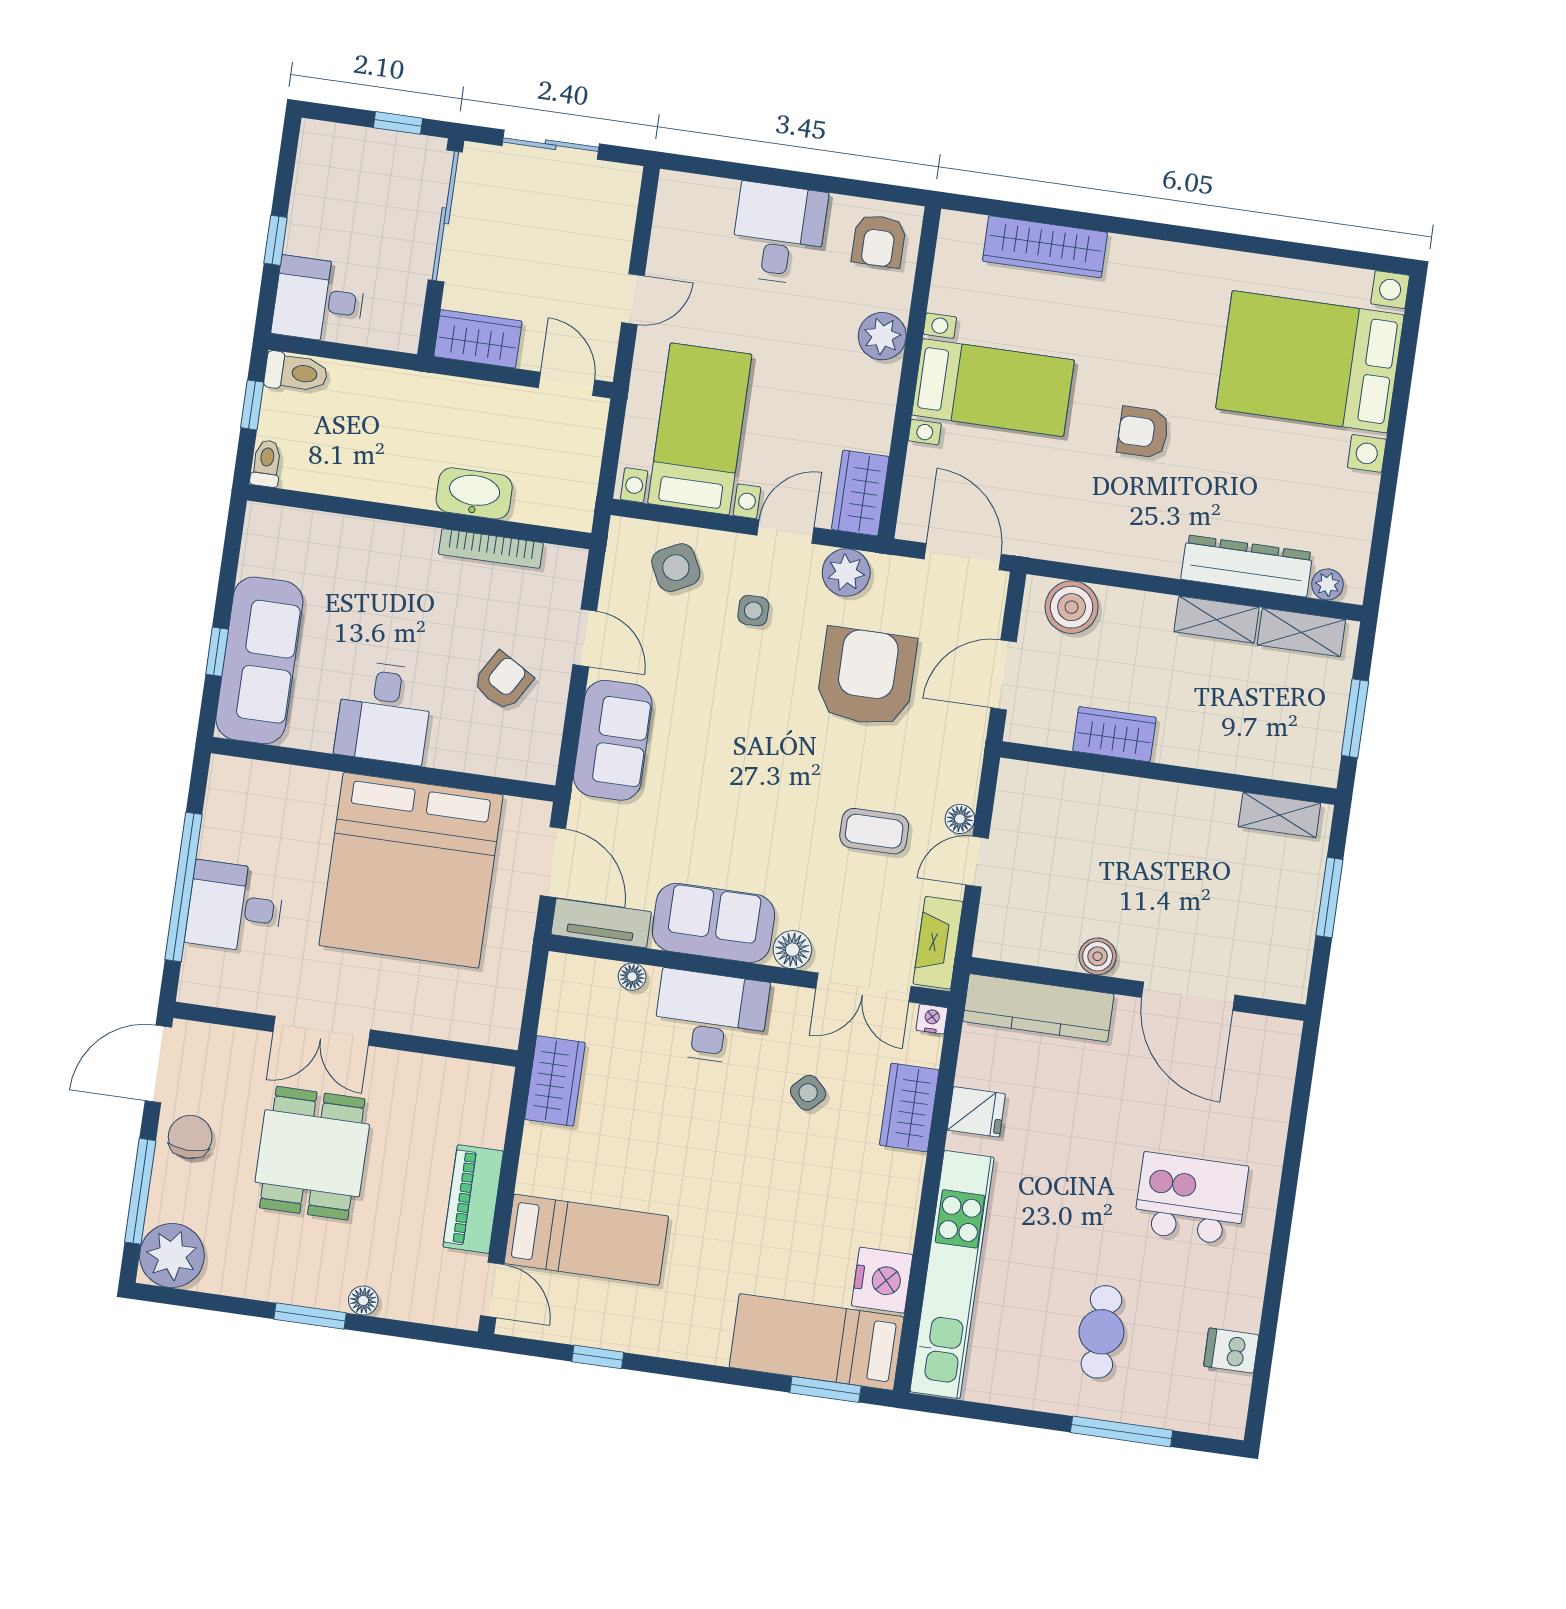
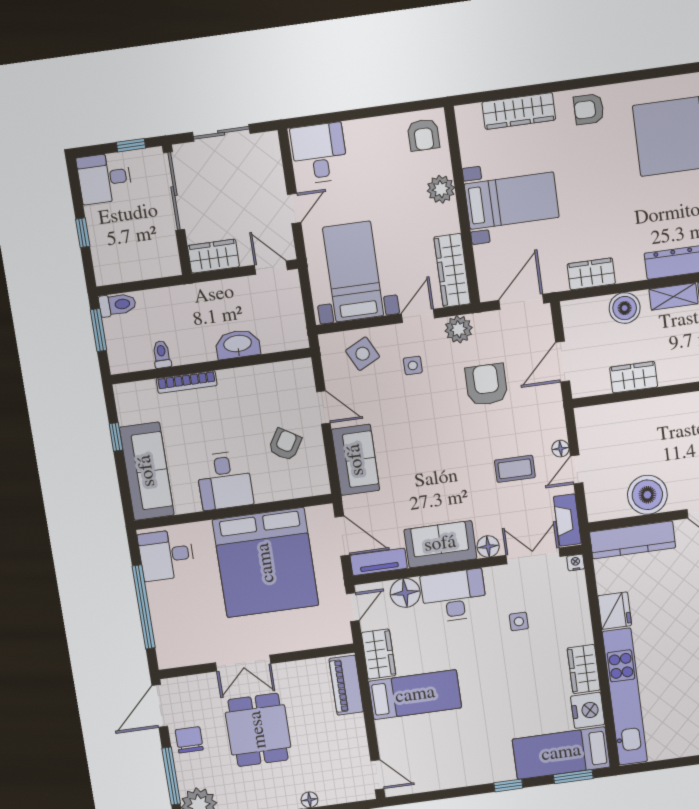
desk: (779, 233) -> (319, 153), moved
desk: (319, 300) -> (104, 178), moved
window: (252, 405) -> (99, 330), width x1.50
armchair: (1143, 432) -> (589, 109), moved
toilet: (266, 463) -> (162, 354), moved
wardrobe: (860, 493) -> (452, 270), width x1.50
wardrobe: (1091, 544) -> (591, 274), added
bookcase: (491, 548) -> (187, 382), moved
door: (963, 557) -> (521, 302), hinge flipped
boiler: (1072, 607) -> (625, 308), moved
window: (217, 652) -> (116, 437), moved
armchair: (866, 677) -> (486, 385), width x0.73, depth x0.73
desk: (235, 907) -> (166, 555), moved
boiler: (1098, 956) -> (647, 495), width x1.86, depth x1.86
floor lamp: (632, 977) -> (405, 593), width x1.89, depth x1.89
double door: (863, 987) -> (533, 556), swing flipped
door: (535, 988) -> (353, 607), added
side table: (808, 1093) -> (519, 621), turned 45
wardrobe: (909, 1108) -> (584, 669), moved
fridge: (976, 1112) -> (615, 611), width x1.38
piano: (473, 1199) -> (346, 685), moved
bed: (586, 1240) -> (415, 695), moved
window: (598, 1357) -> (508, 785), moved

